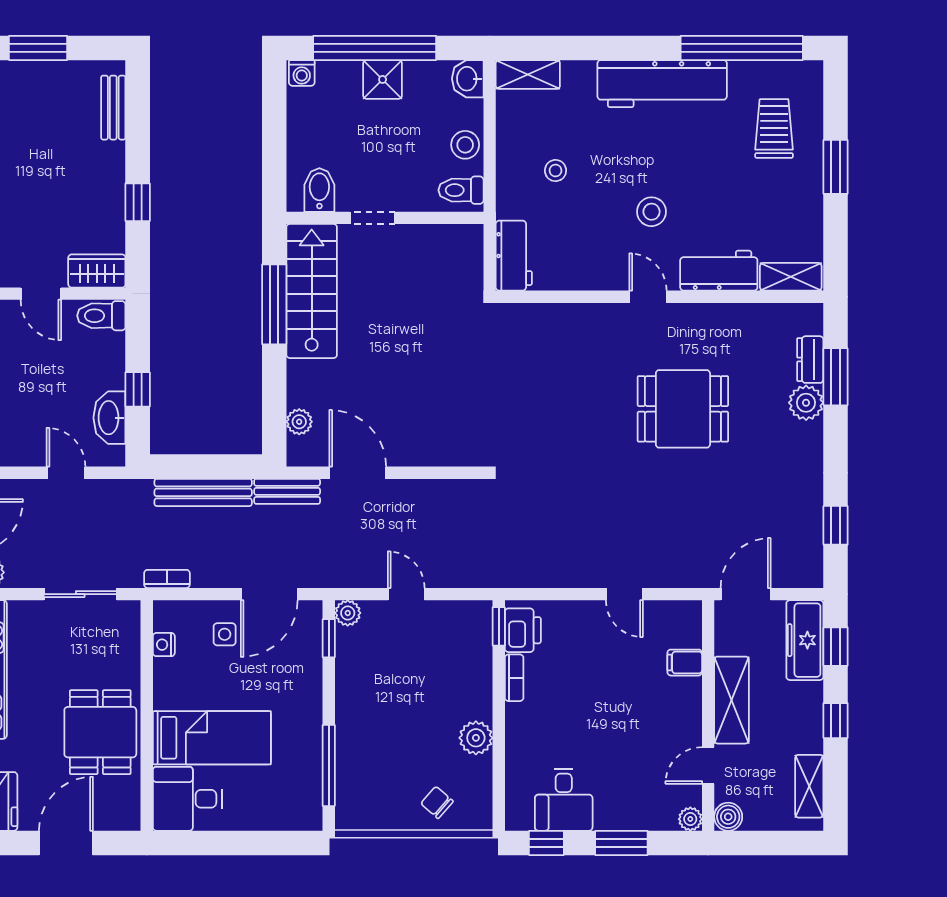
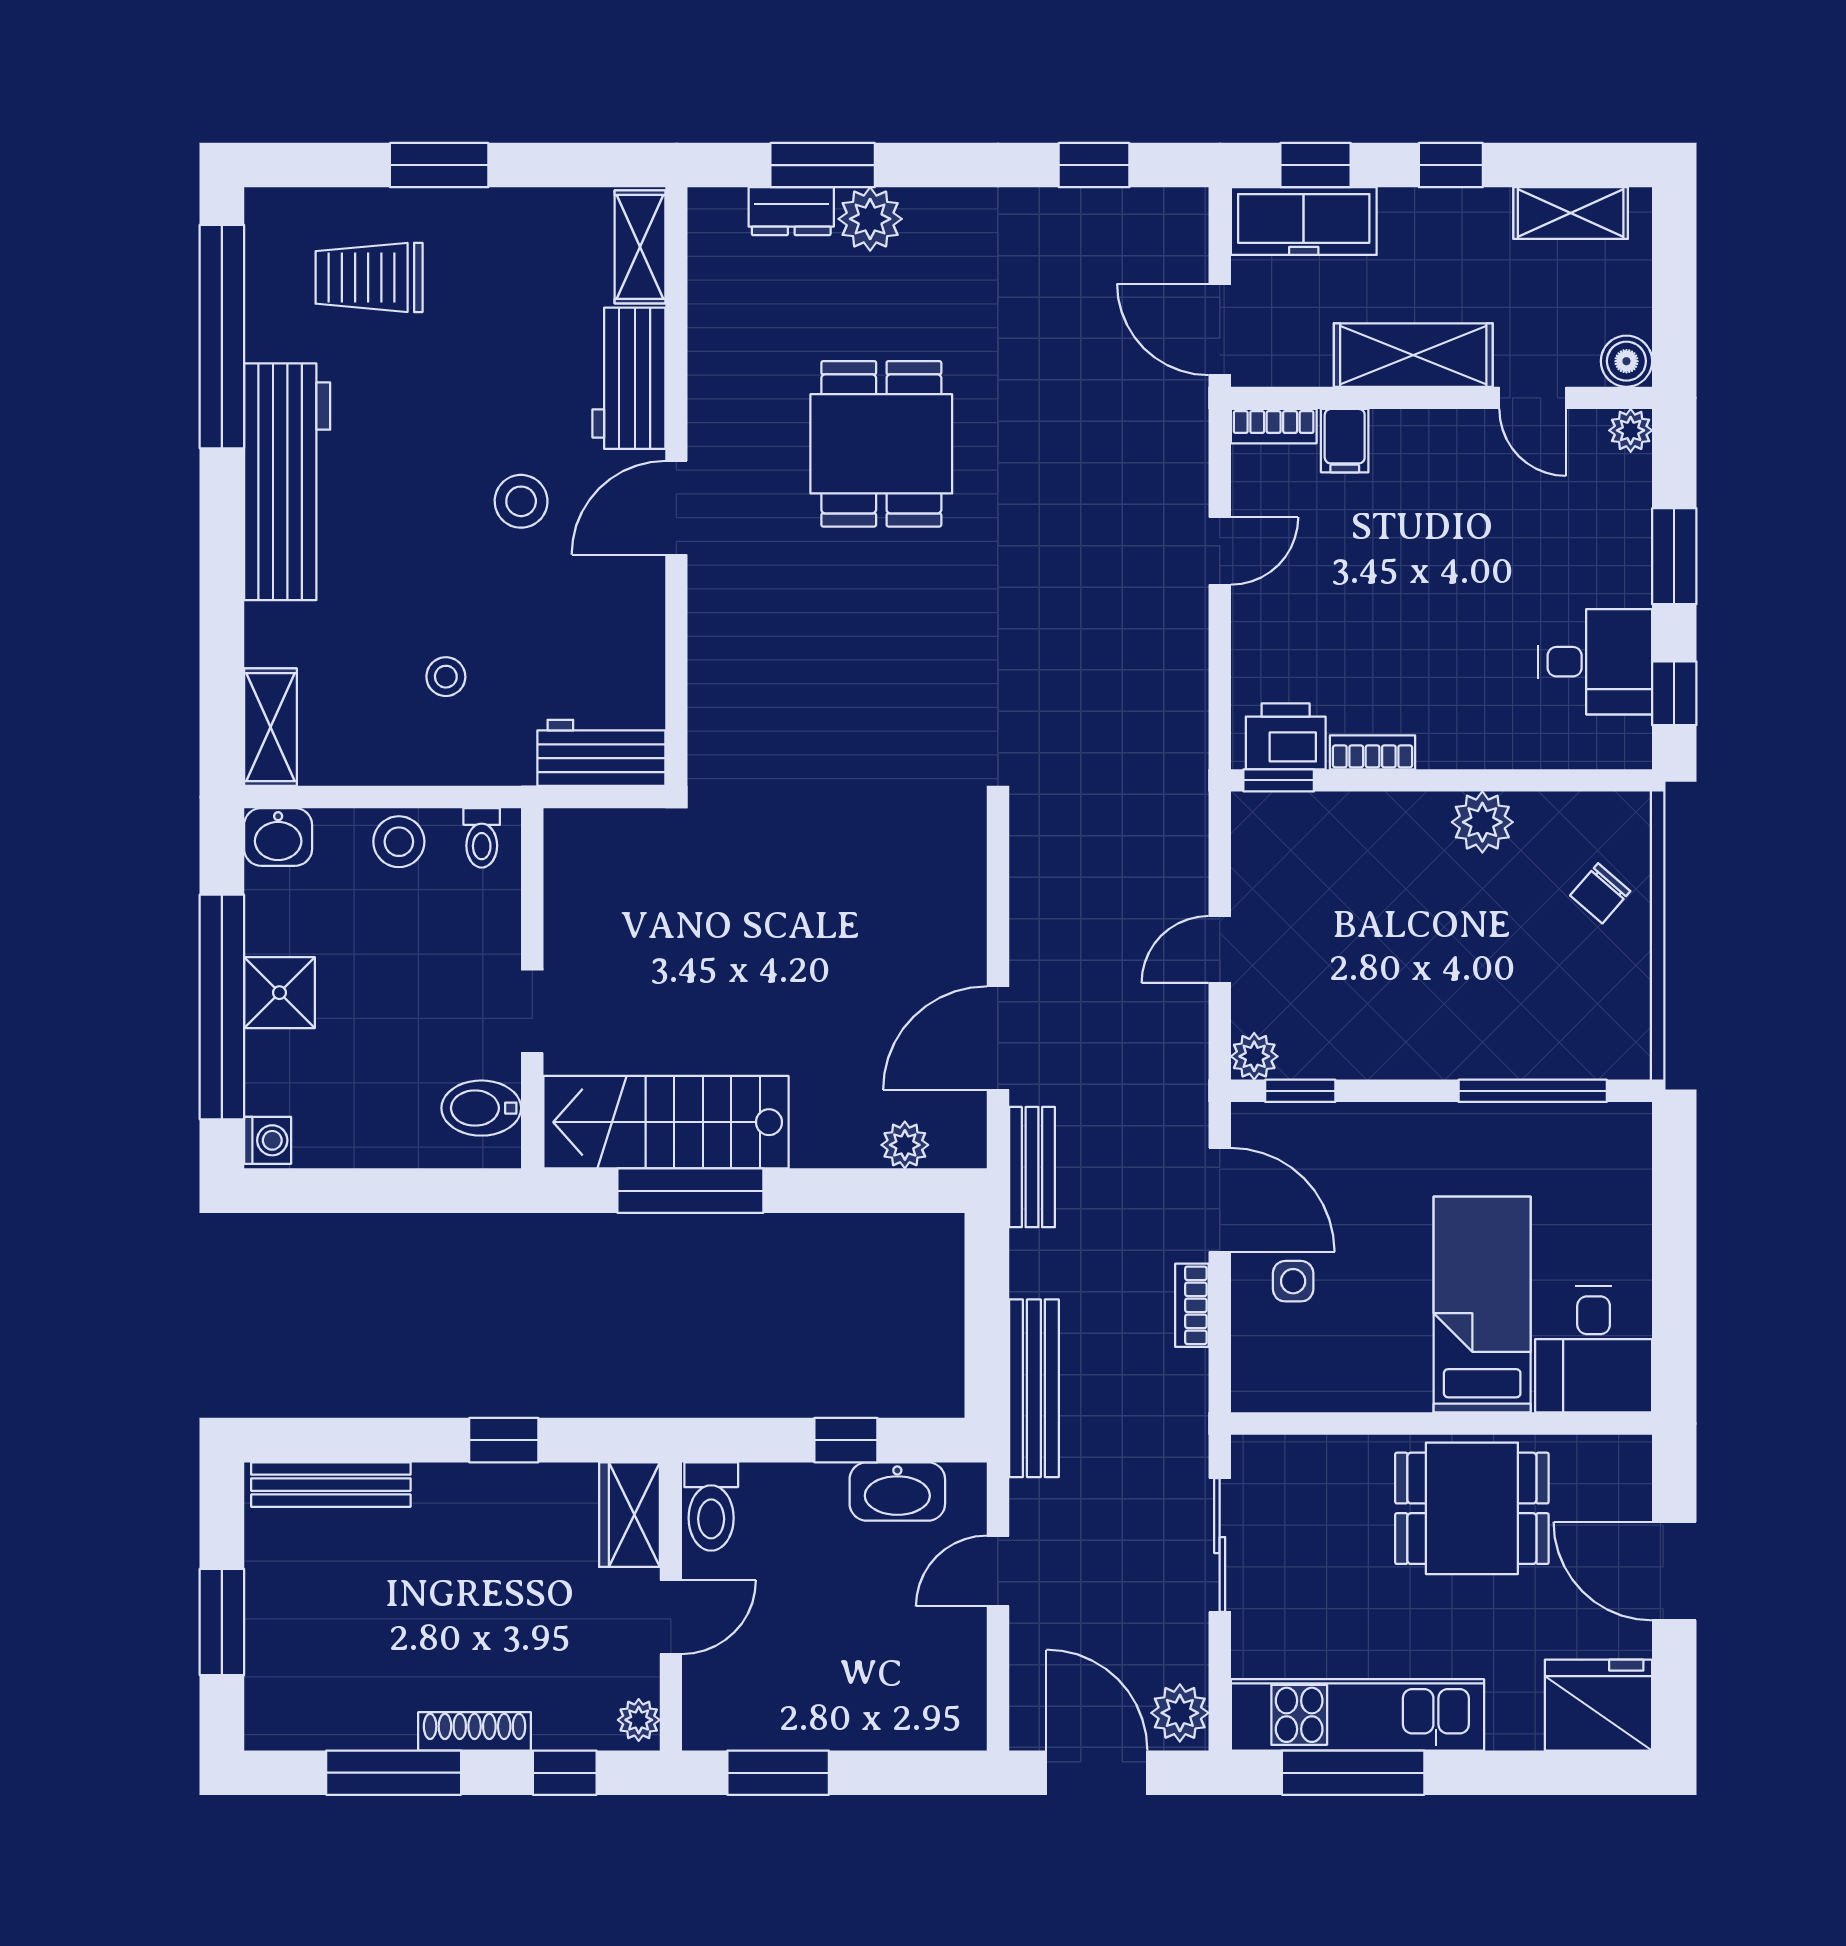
bench: (113, 108) -> (331, 1485), width x1.36
toilet: (461, 190) -> (482, 838), width x0.73, depth x0.72
door: (648, 297) -> (676, 508), width x1.38
bench: (203, 492) -> (1034, 1388), moved
bookcase: (167, 579) -> (1192, 1305), moved
bookcase: (693, 624) -> (1274, 426), added
nightstand: (164, 645) -> (1312, 1392), removed

